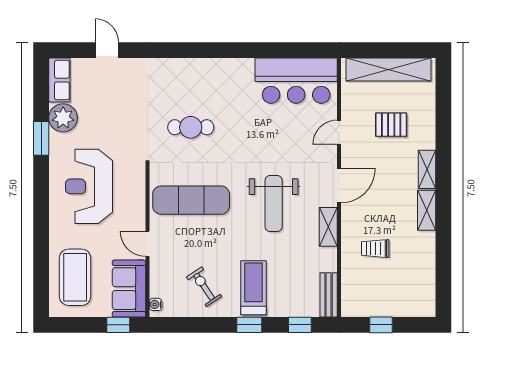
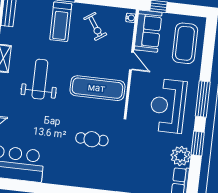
reception desk: (89, 186) -> (168, 106), turned 180
window: (41, 202) -> (203, 99), added

